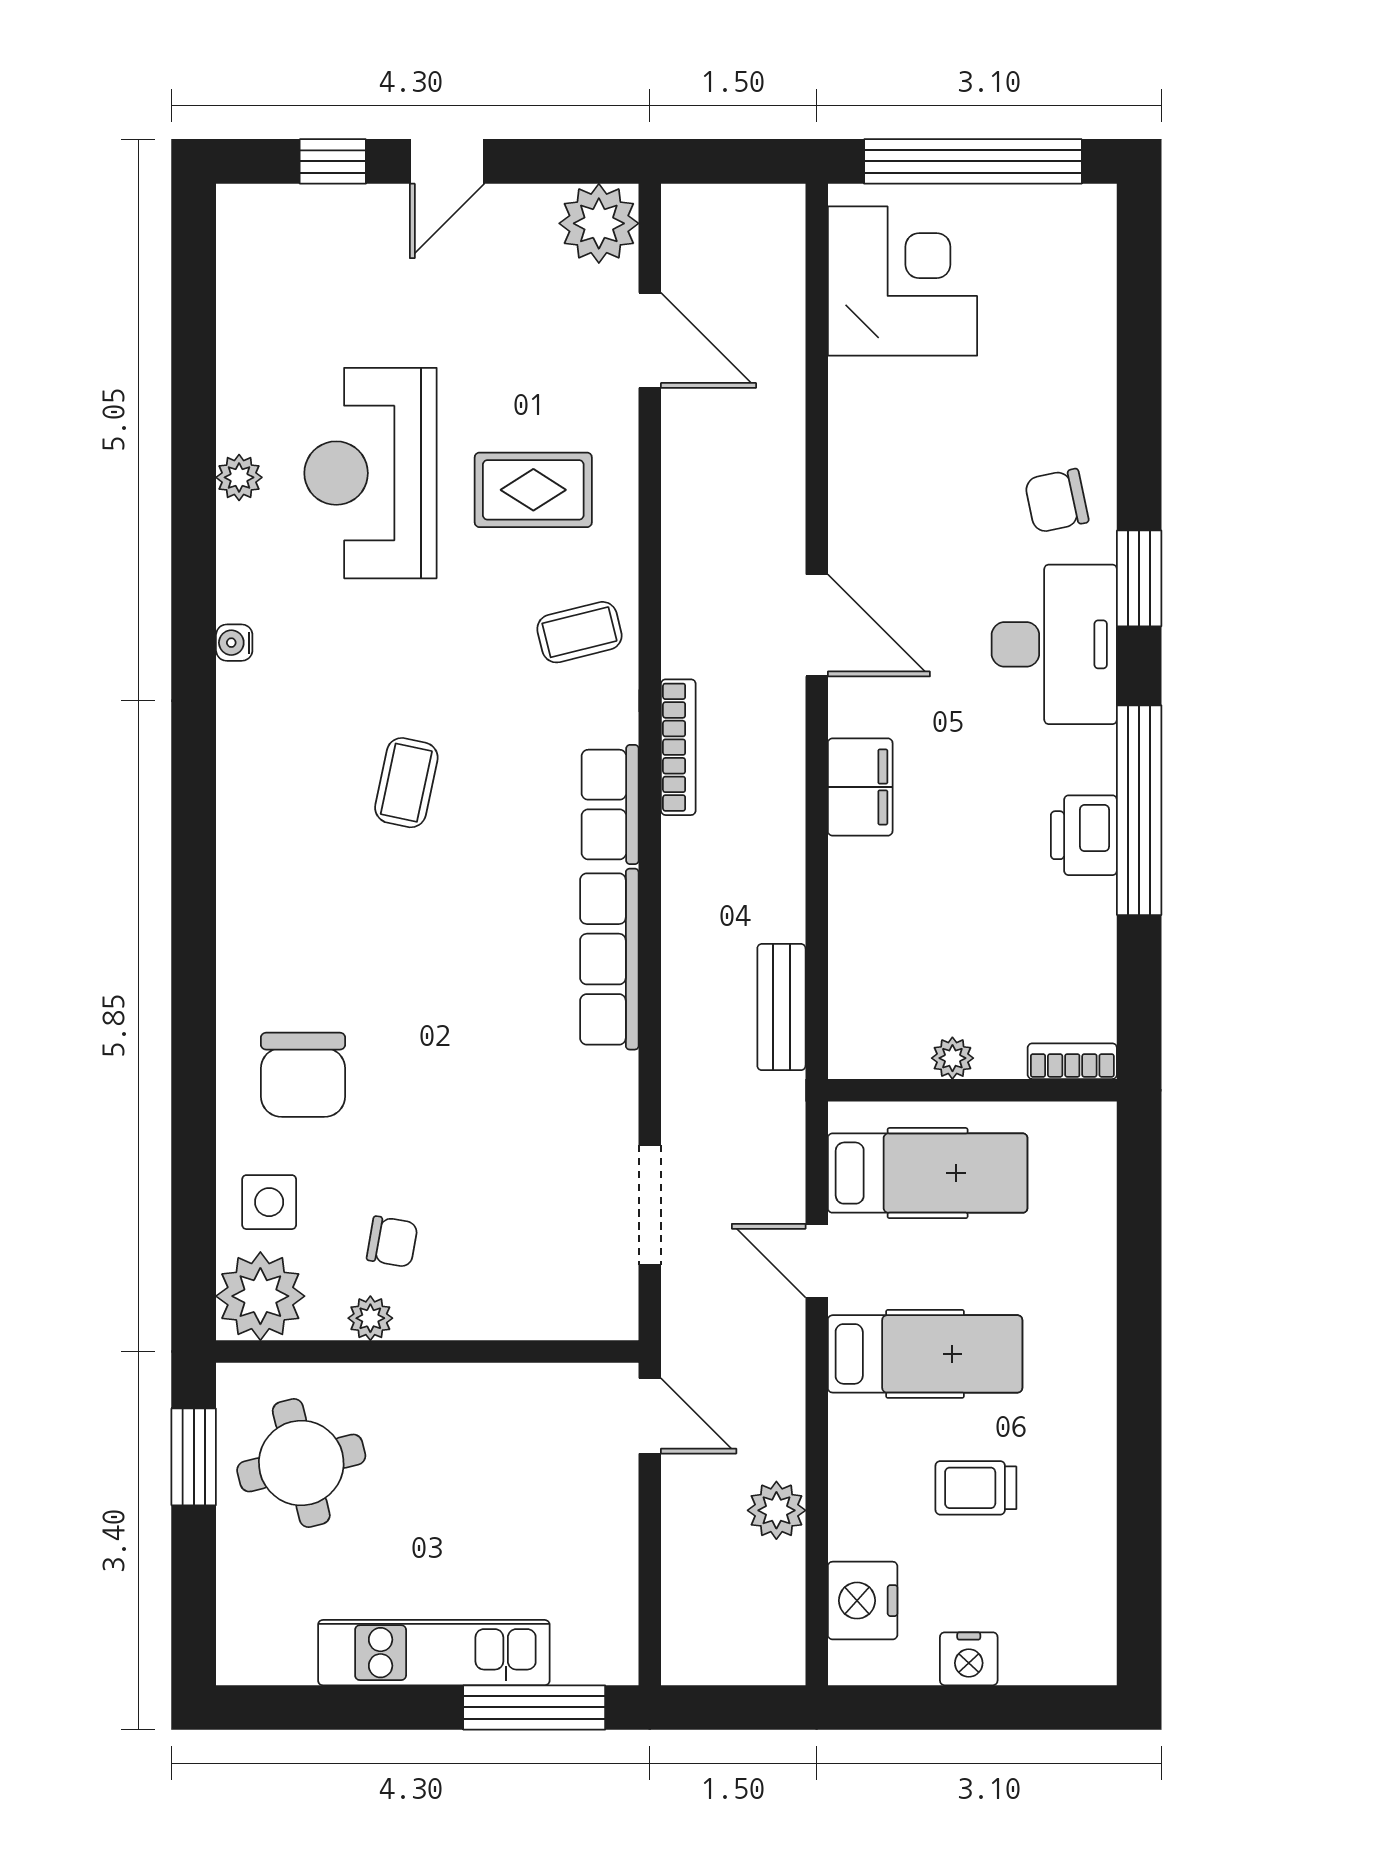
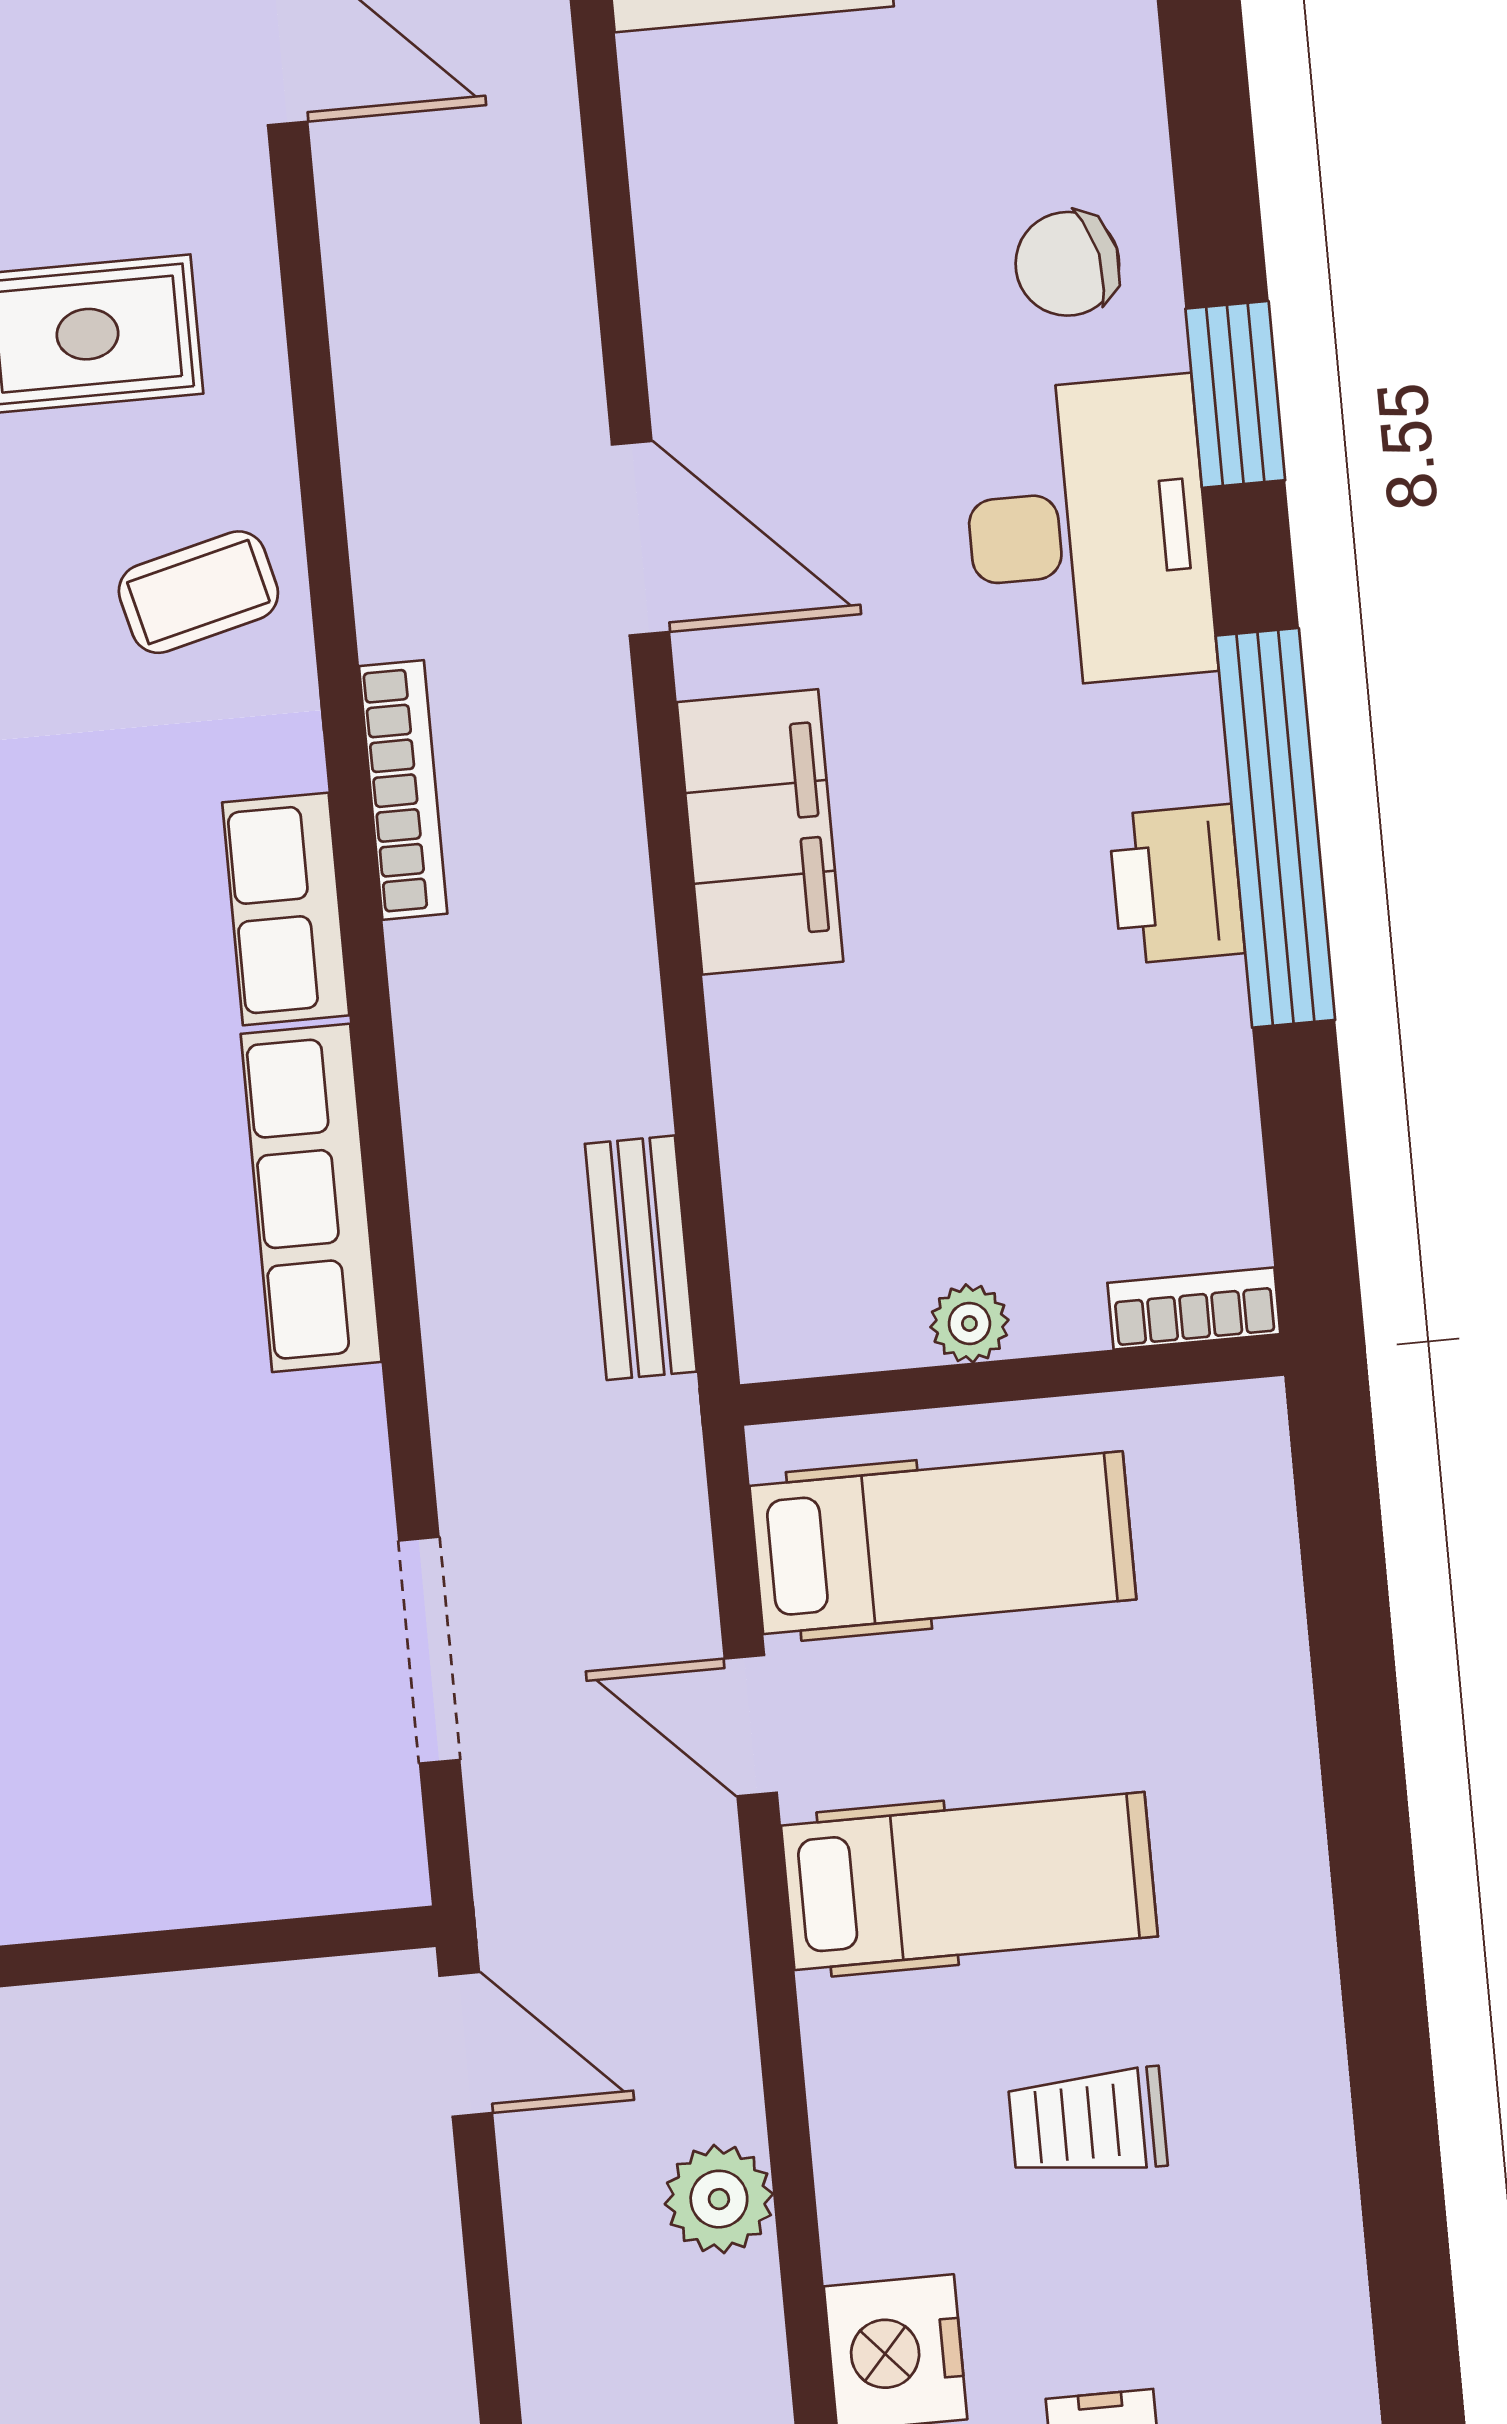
filing cabinet: (860, 787) -> (760, 832), width x1.50, depth x1.17

